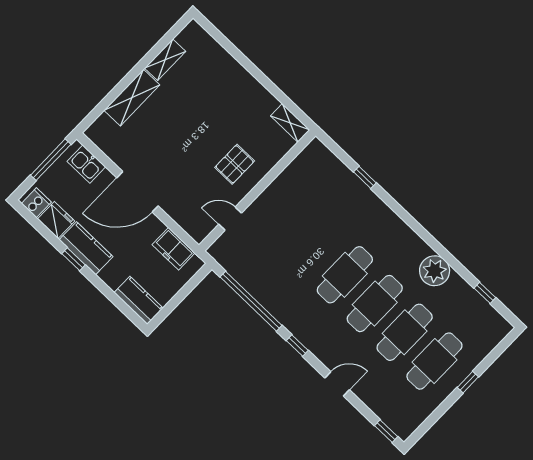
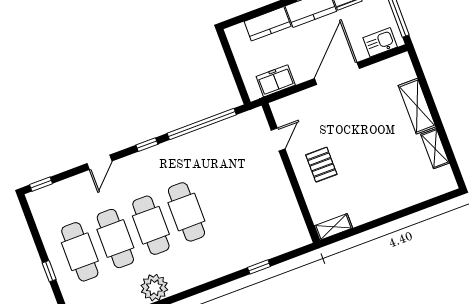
kitchen counter: (139, 300) -> (268, 24), moved

